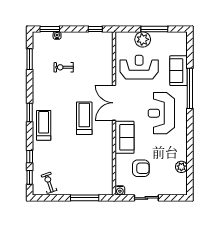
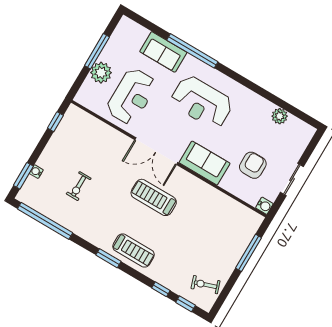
window: (30, 59) -> (45, 221), width x2.11
reception desk: (139, 67) -> (131, 96), turned 180
treadmill: (44, 125) -> (134, 251), turned 180

